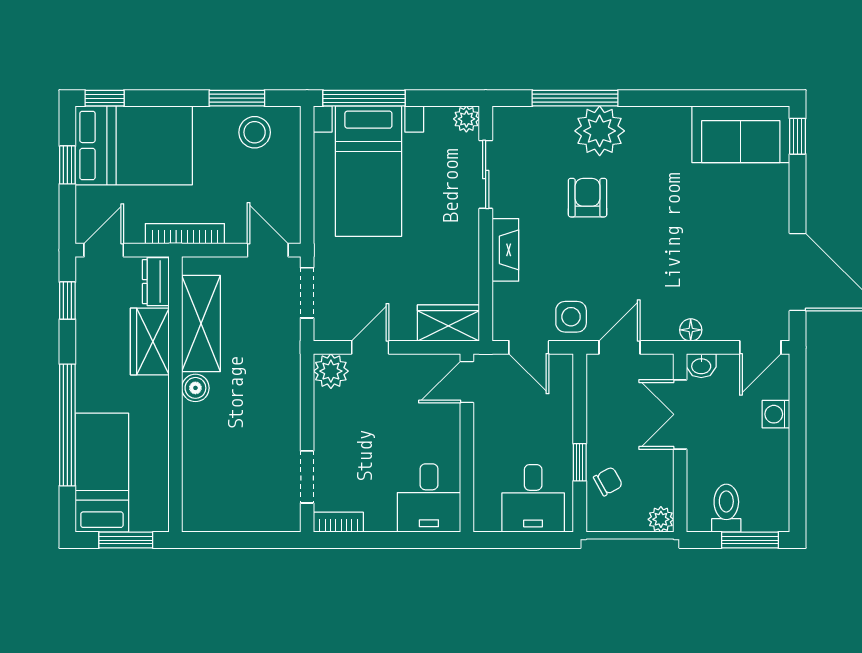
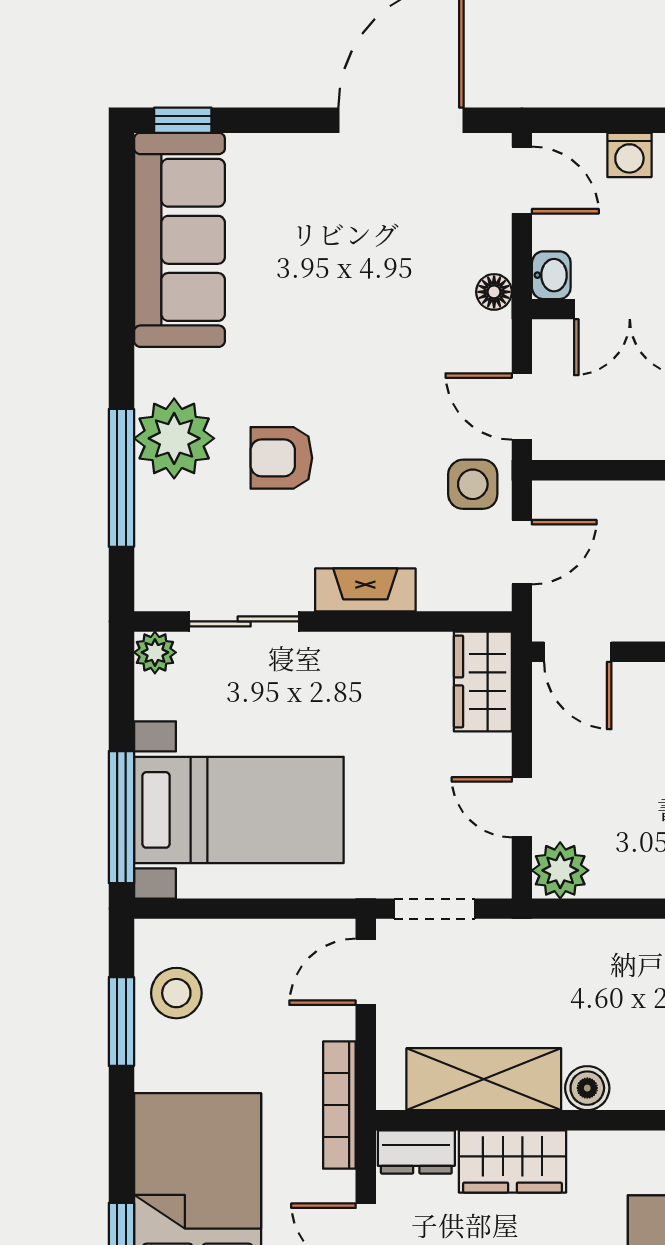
sofa: (741, 134) -> (180, 240), width x1.36

